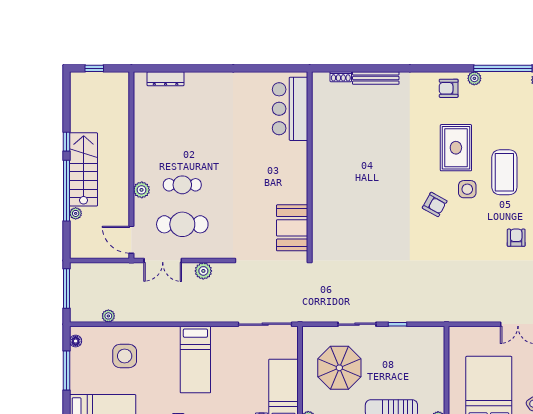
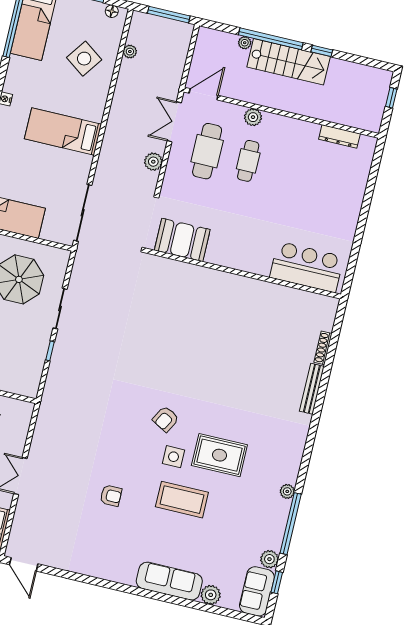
shoe rack: (341, 77) -> (323, 348), width x1.43
dresser: (166, 79) -> (339, 136), moved, turned -90
armchair: (449, 88) -> (283, 462), removed
bar counter: (290, 109) -> (307, 267), moved
wall: (310, 165) -> (243, 274), moved
booth: (292, 228) -> (182, 240), moved
side table: (125, 356) -> (84, 59), turned 36

